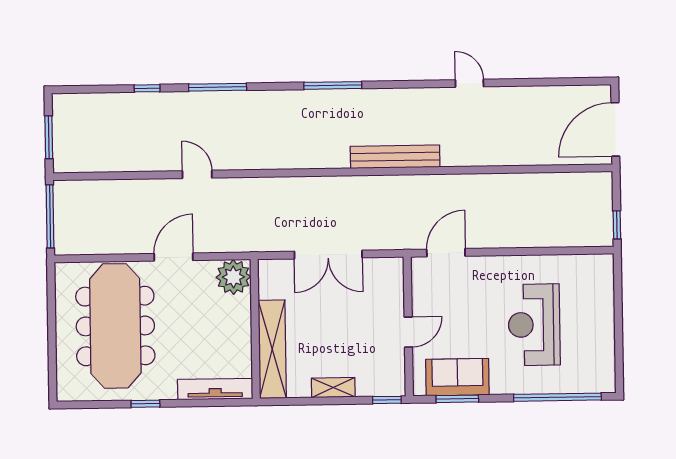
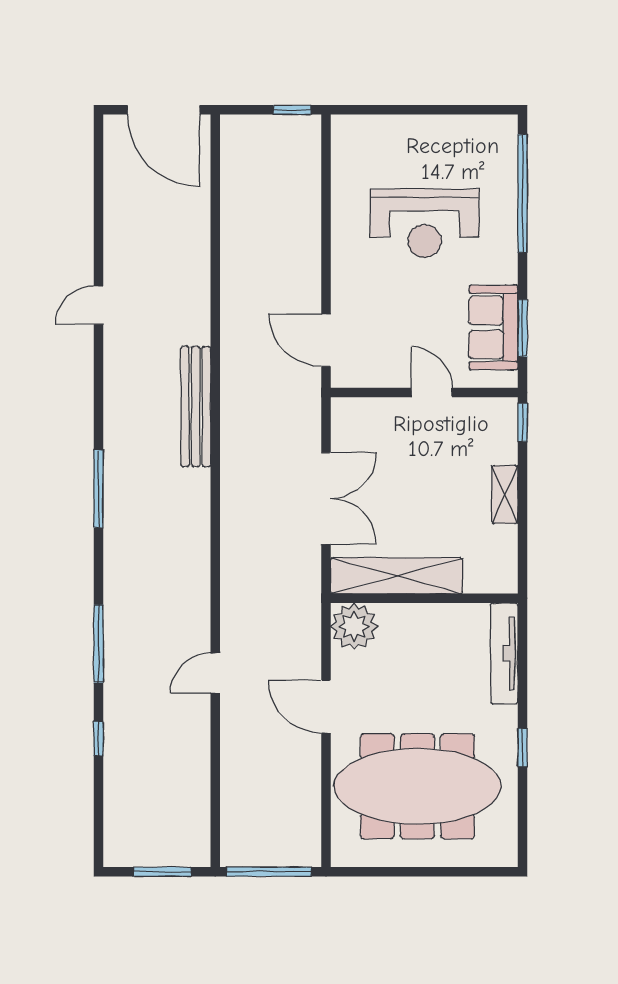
shelving: (272, 349) -> (397, 576), moved

